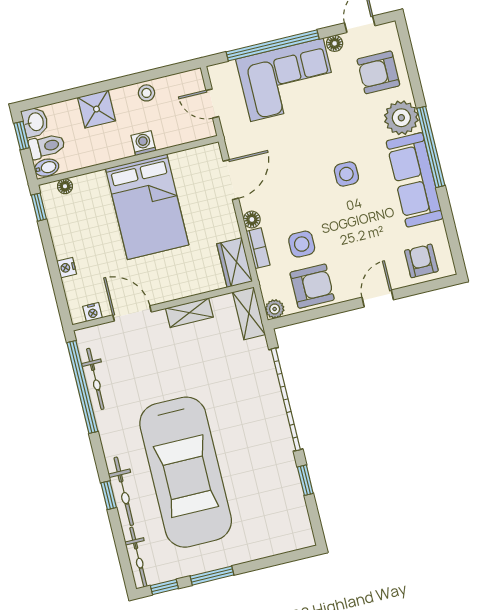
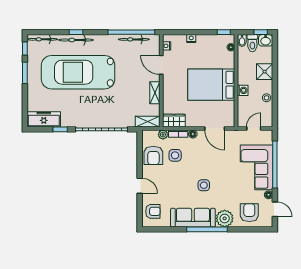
plant: (275, 309) -> (163, 135), moved
door: (132, 313) -> (161, 65), swing flipped
freezer: (294, 517) -> (44, 119), added

